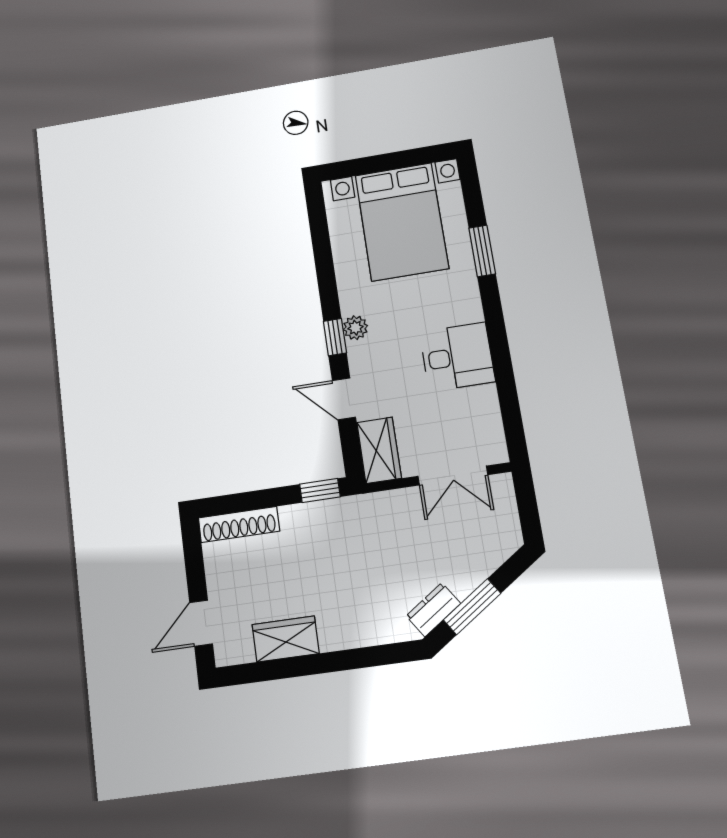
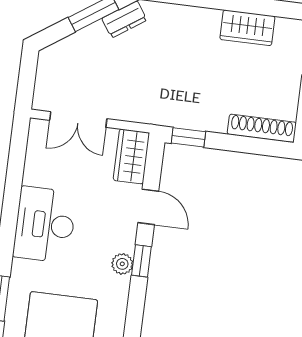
desk: (457, 357) -> (45, 225), width x1.37
double door: (453, 476) -> (78, 119), swing flipped

